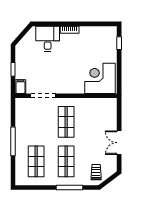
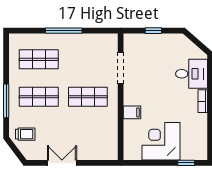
corner desk: (100, 78) -> (161, 141), moved, turned -90
filing cabinet: (20, 87) -> (132, 112), moved

